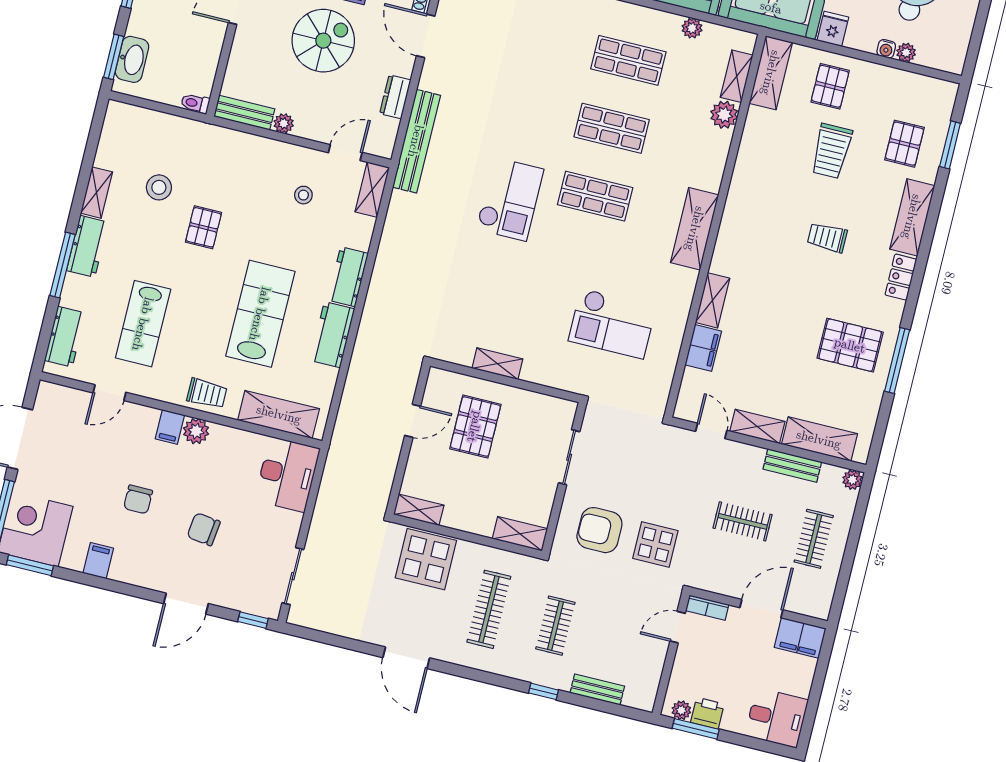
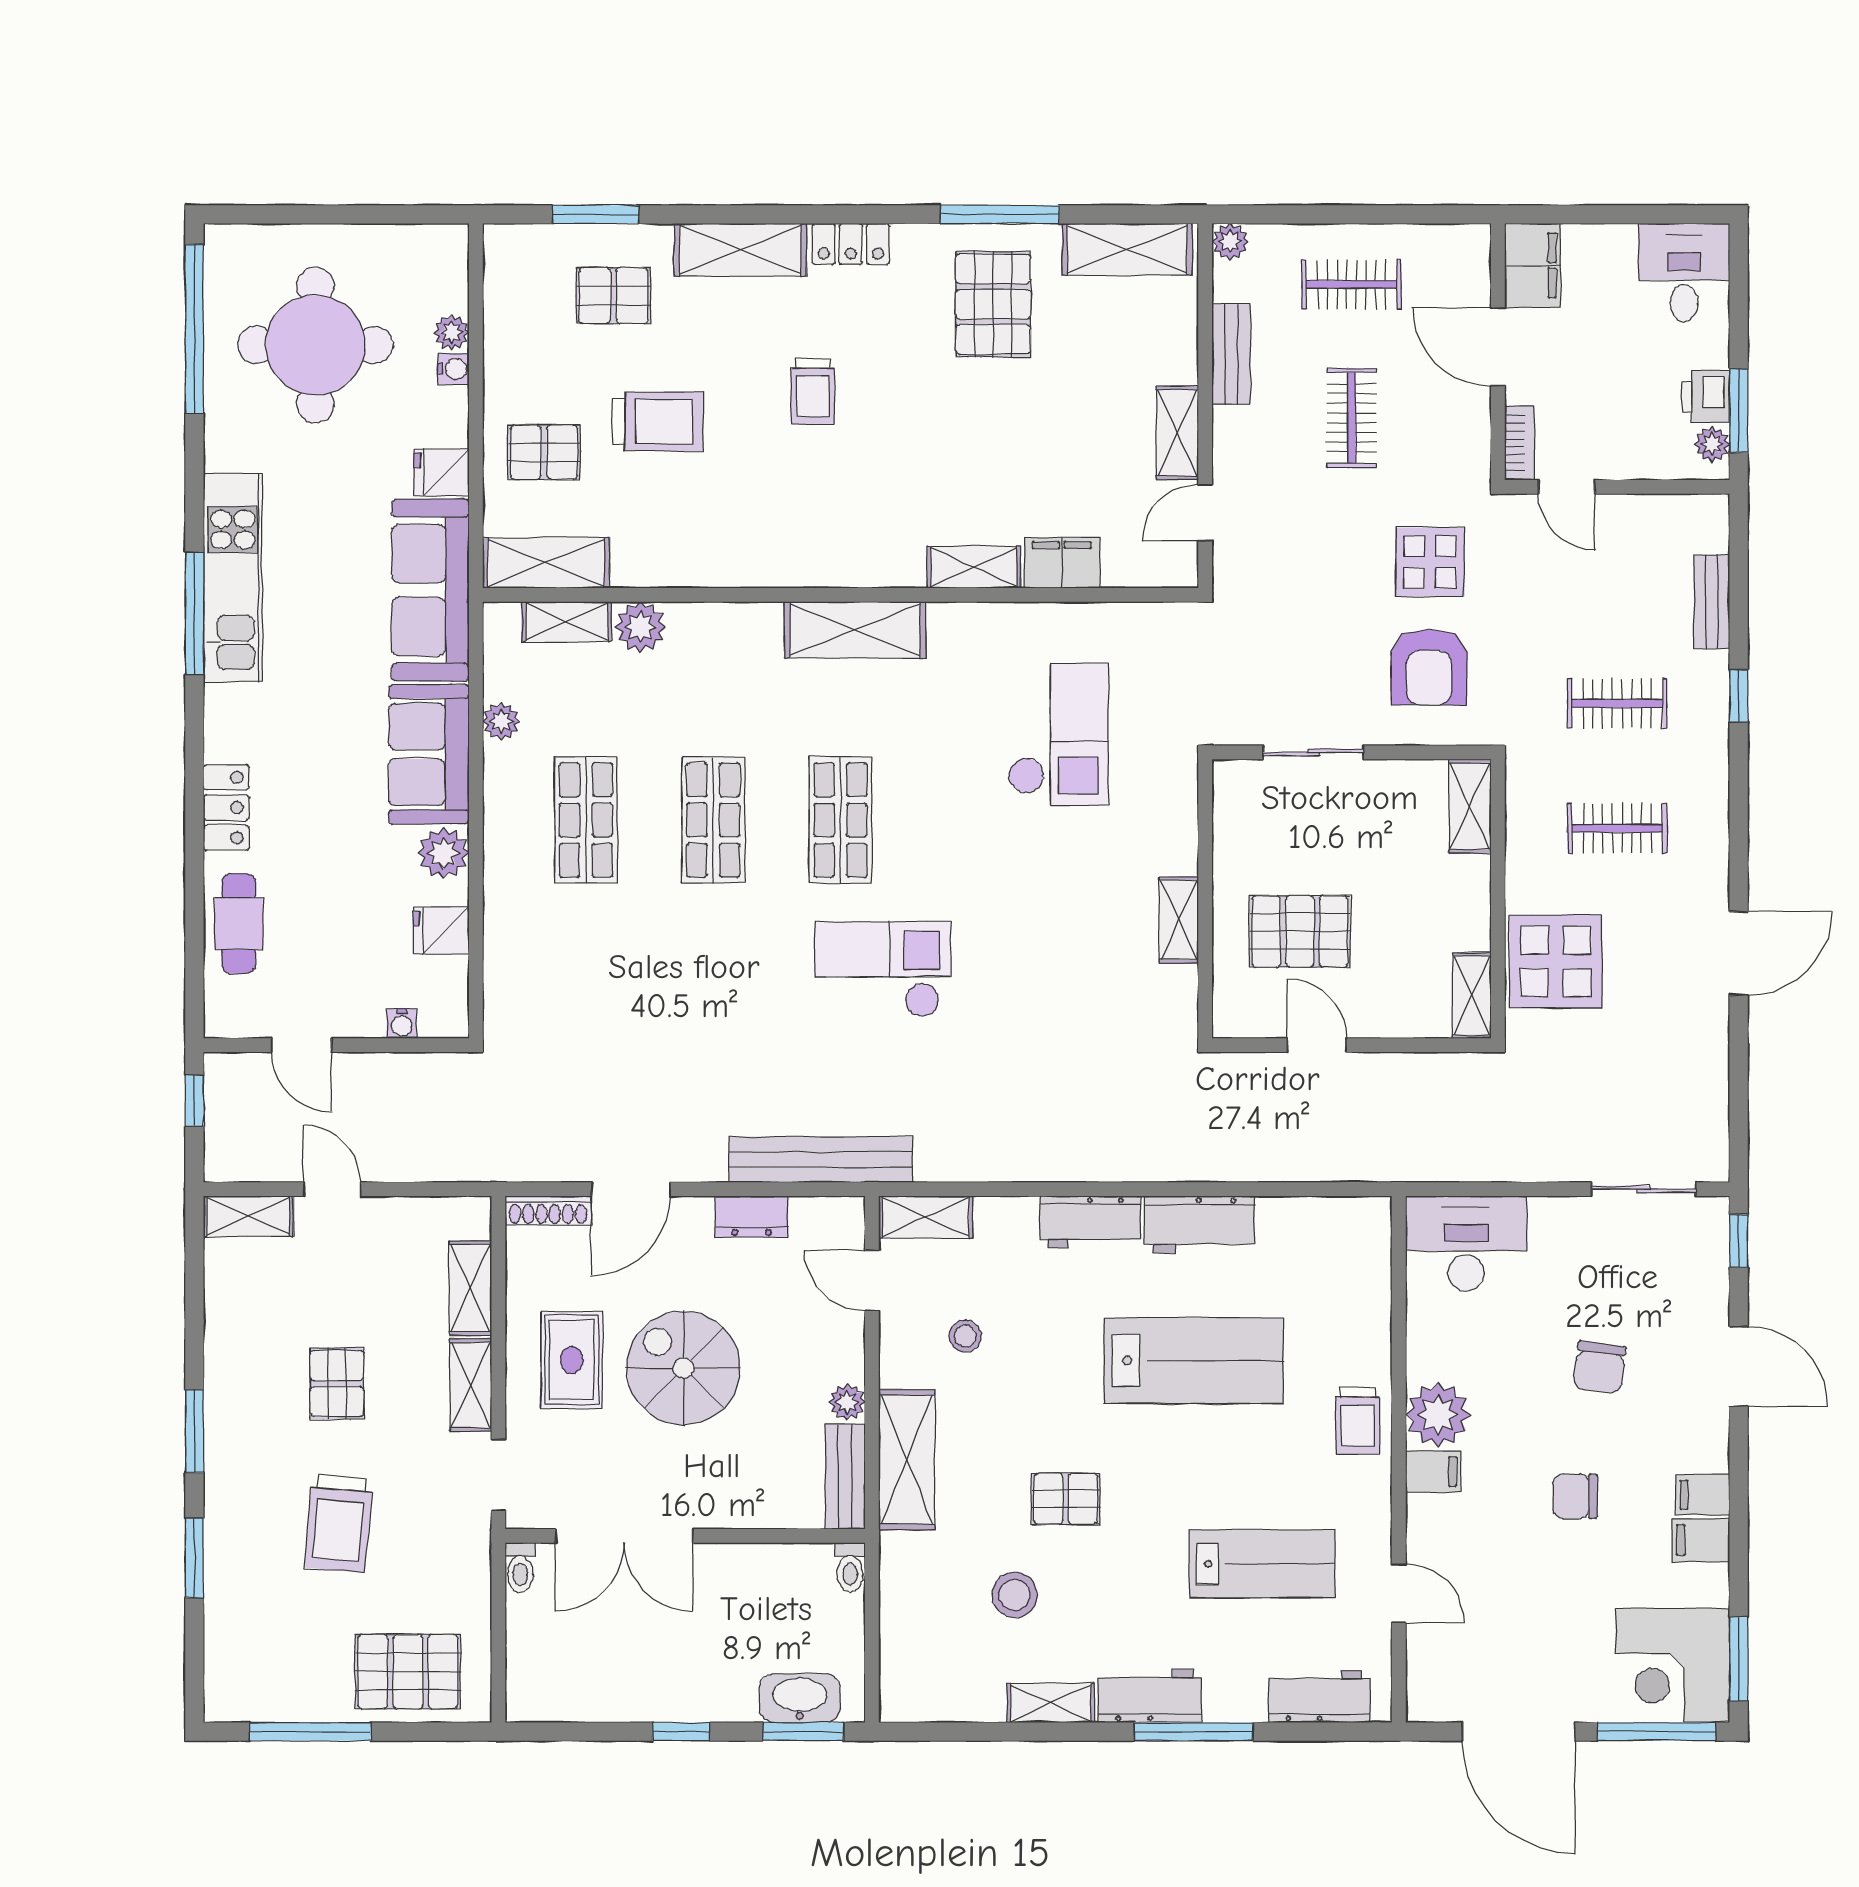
lab bench: (260, 314) -> (1194, 1361), turned 180
trolley: (207, 393) -> (1358, 1421), turned 180
shelving: (279, 414) -> (907, 1459), moved
plant: (196, 431) -> (1438, 1415), width x1.36, depth x1.36
shelving: (819, 439) -> (1127, 249), moved, turned 90
chair: (138, 499) -> (1575, 1496), turned 180
filing cabinet: (122, 568) -> (1703, 1495), added
clothes rail: (489, 609) -> (1617, 828), width x0.73

